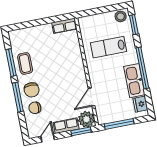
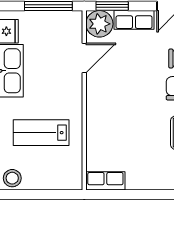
lab bench: (109, 47) -> (41, 133), turned 180

